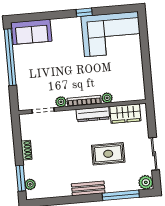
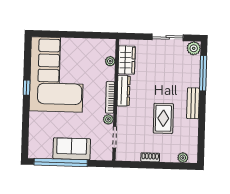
sofa: (32, 32) -> (72, 149), moved, turned -90
corner sofa: (111, 34) -> (57, 74), width x1.36, depth x1.36
plant: (107, 98) -> (110, 61), moved
rug: (108, 154) -> (163, 118), moved
window: (21, 178) -> (176, 166), removed

